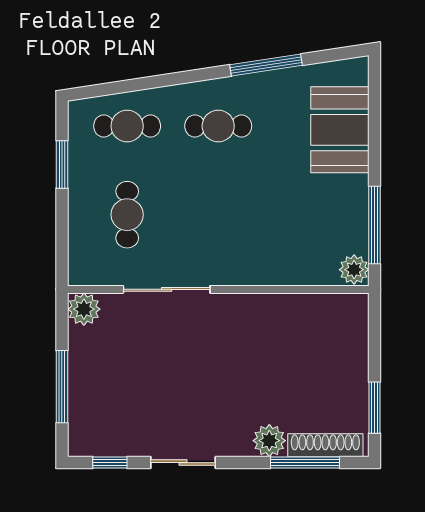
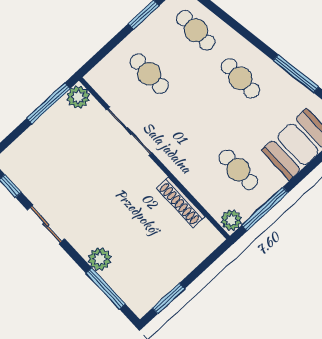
cafe table: (127, 215) -> (149, 74), turned 90
cafe table: (309, 215) -> (238, 170), added
window: (62, 387) -> (48, 103), moved
shoe rack: (325, 445) -> (181, 202), moved, turned 180

